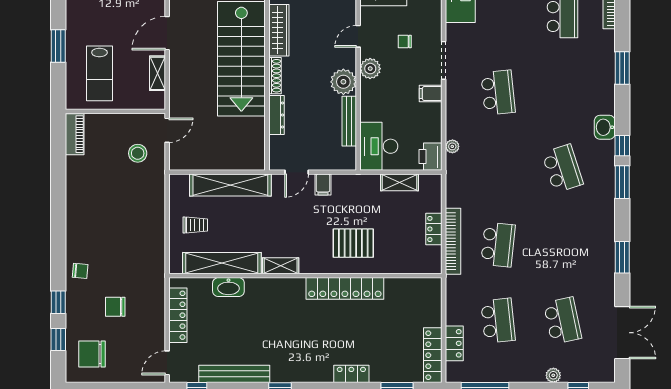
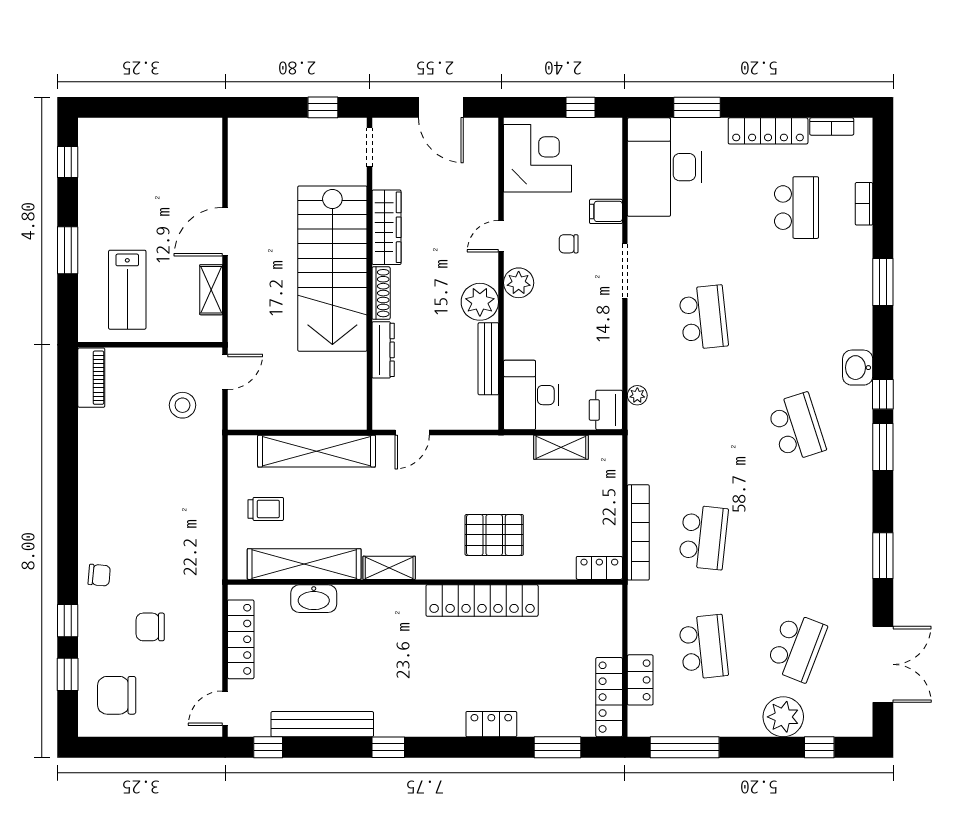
filing cabinet: (431, 94) -> (606, 211), moved
filing cabinet: (323, 184) -> (450, 450), removed
locker: (434, 229) -> (599, 568), moved, turned 90
school desk: (562, 321) -> (797, 647), turned 33
plant: (553, 375) -> (783, 717), width x1.88, depth x1.88

